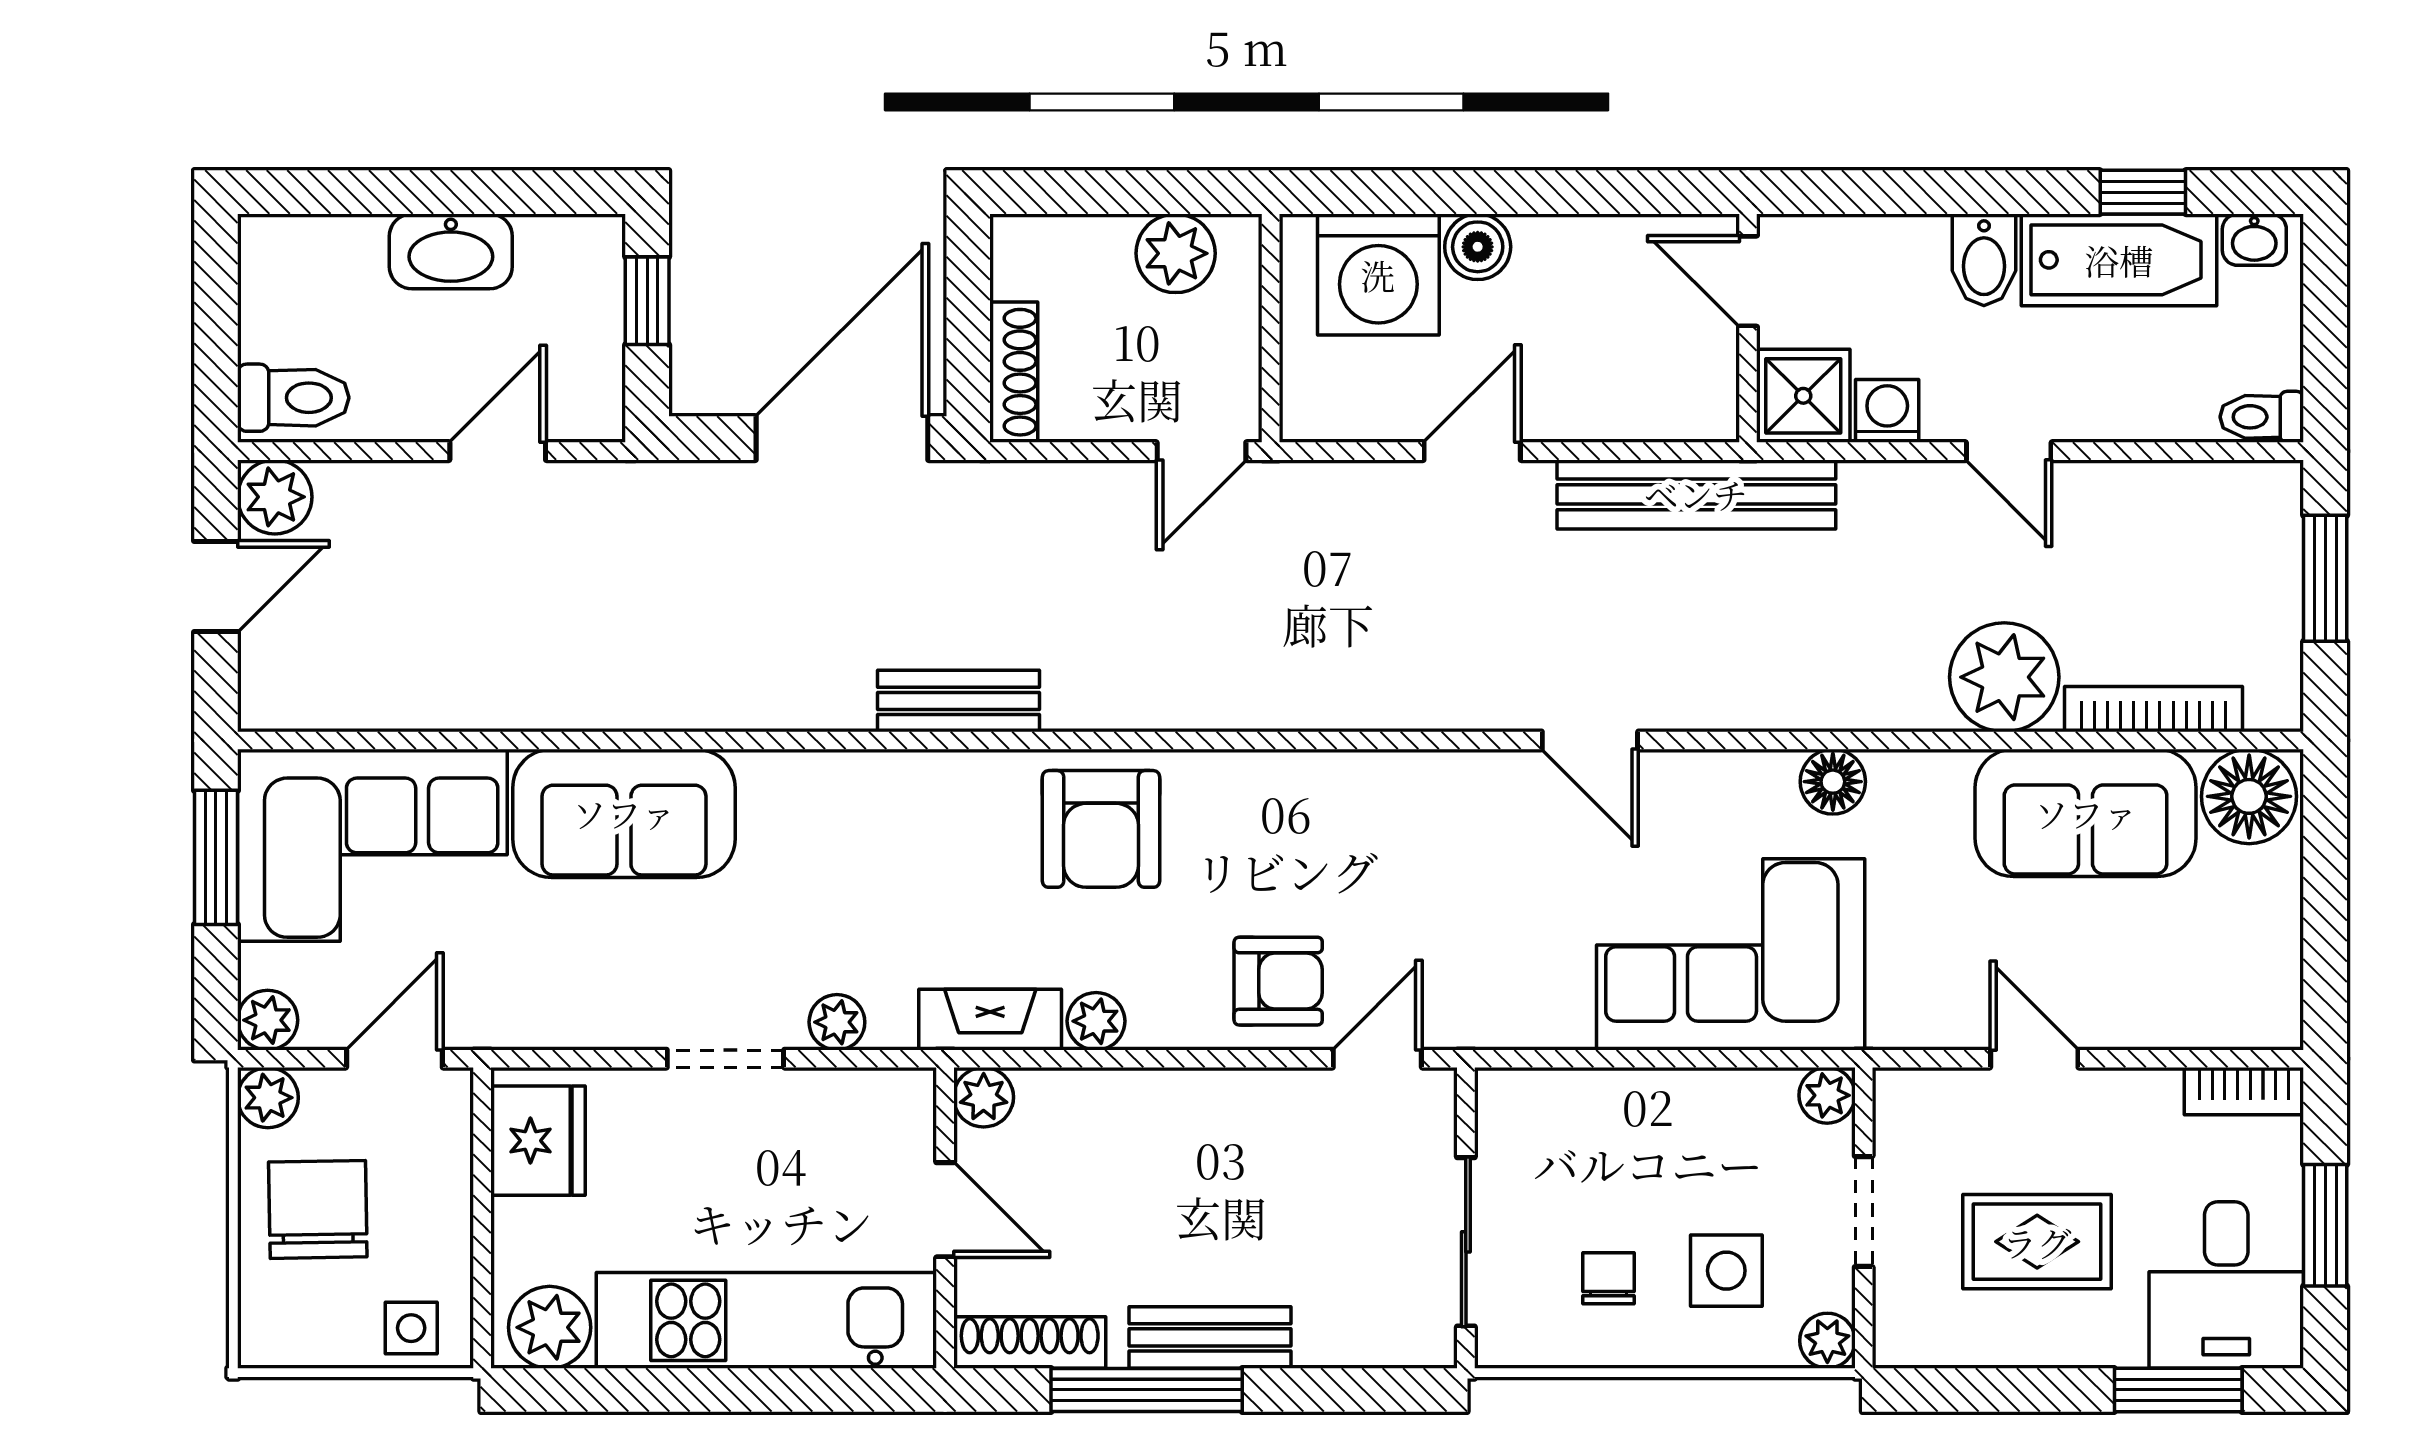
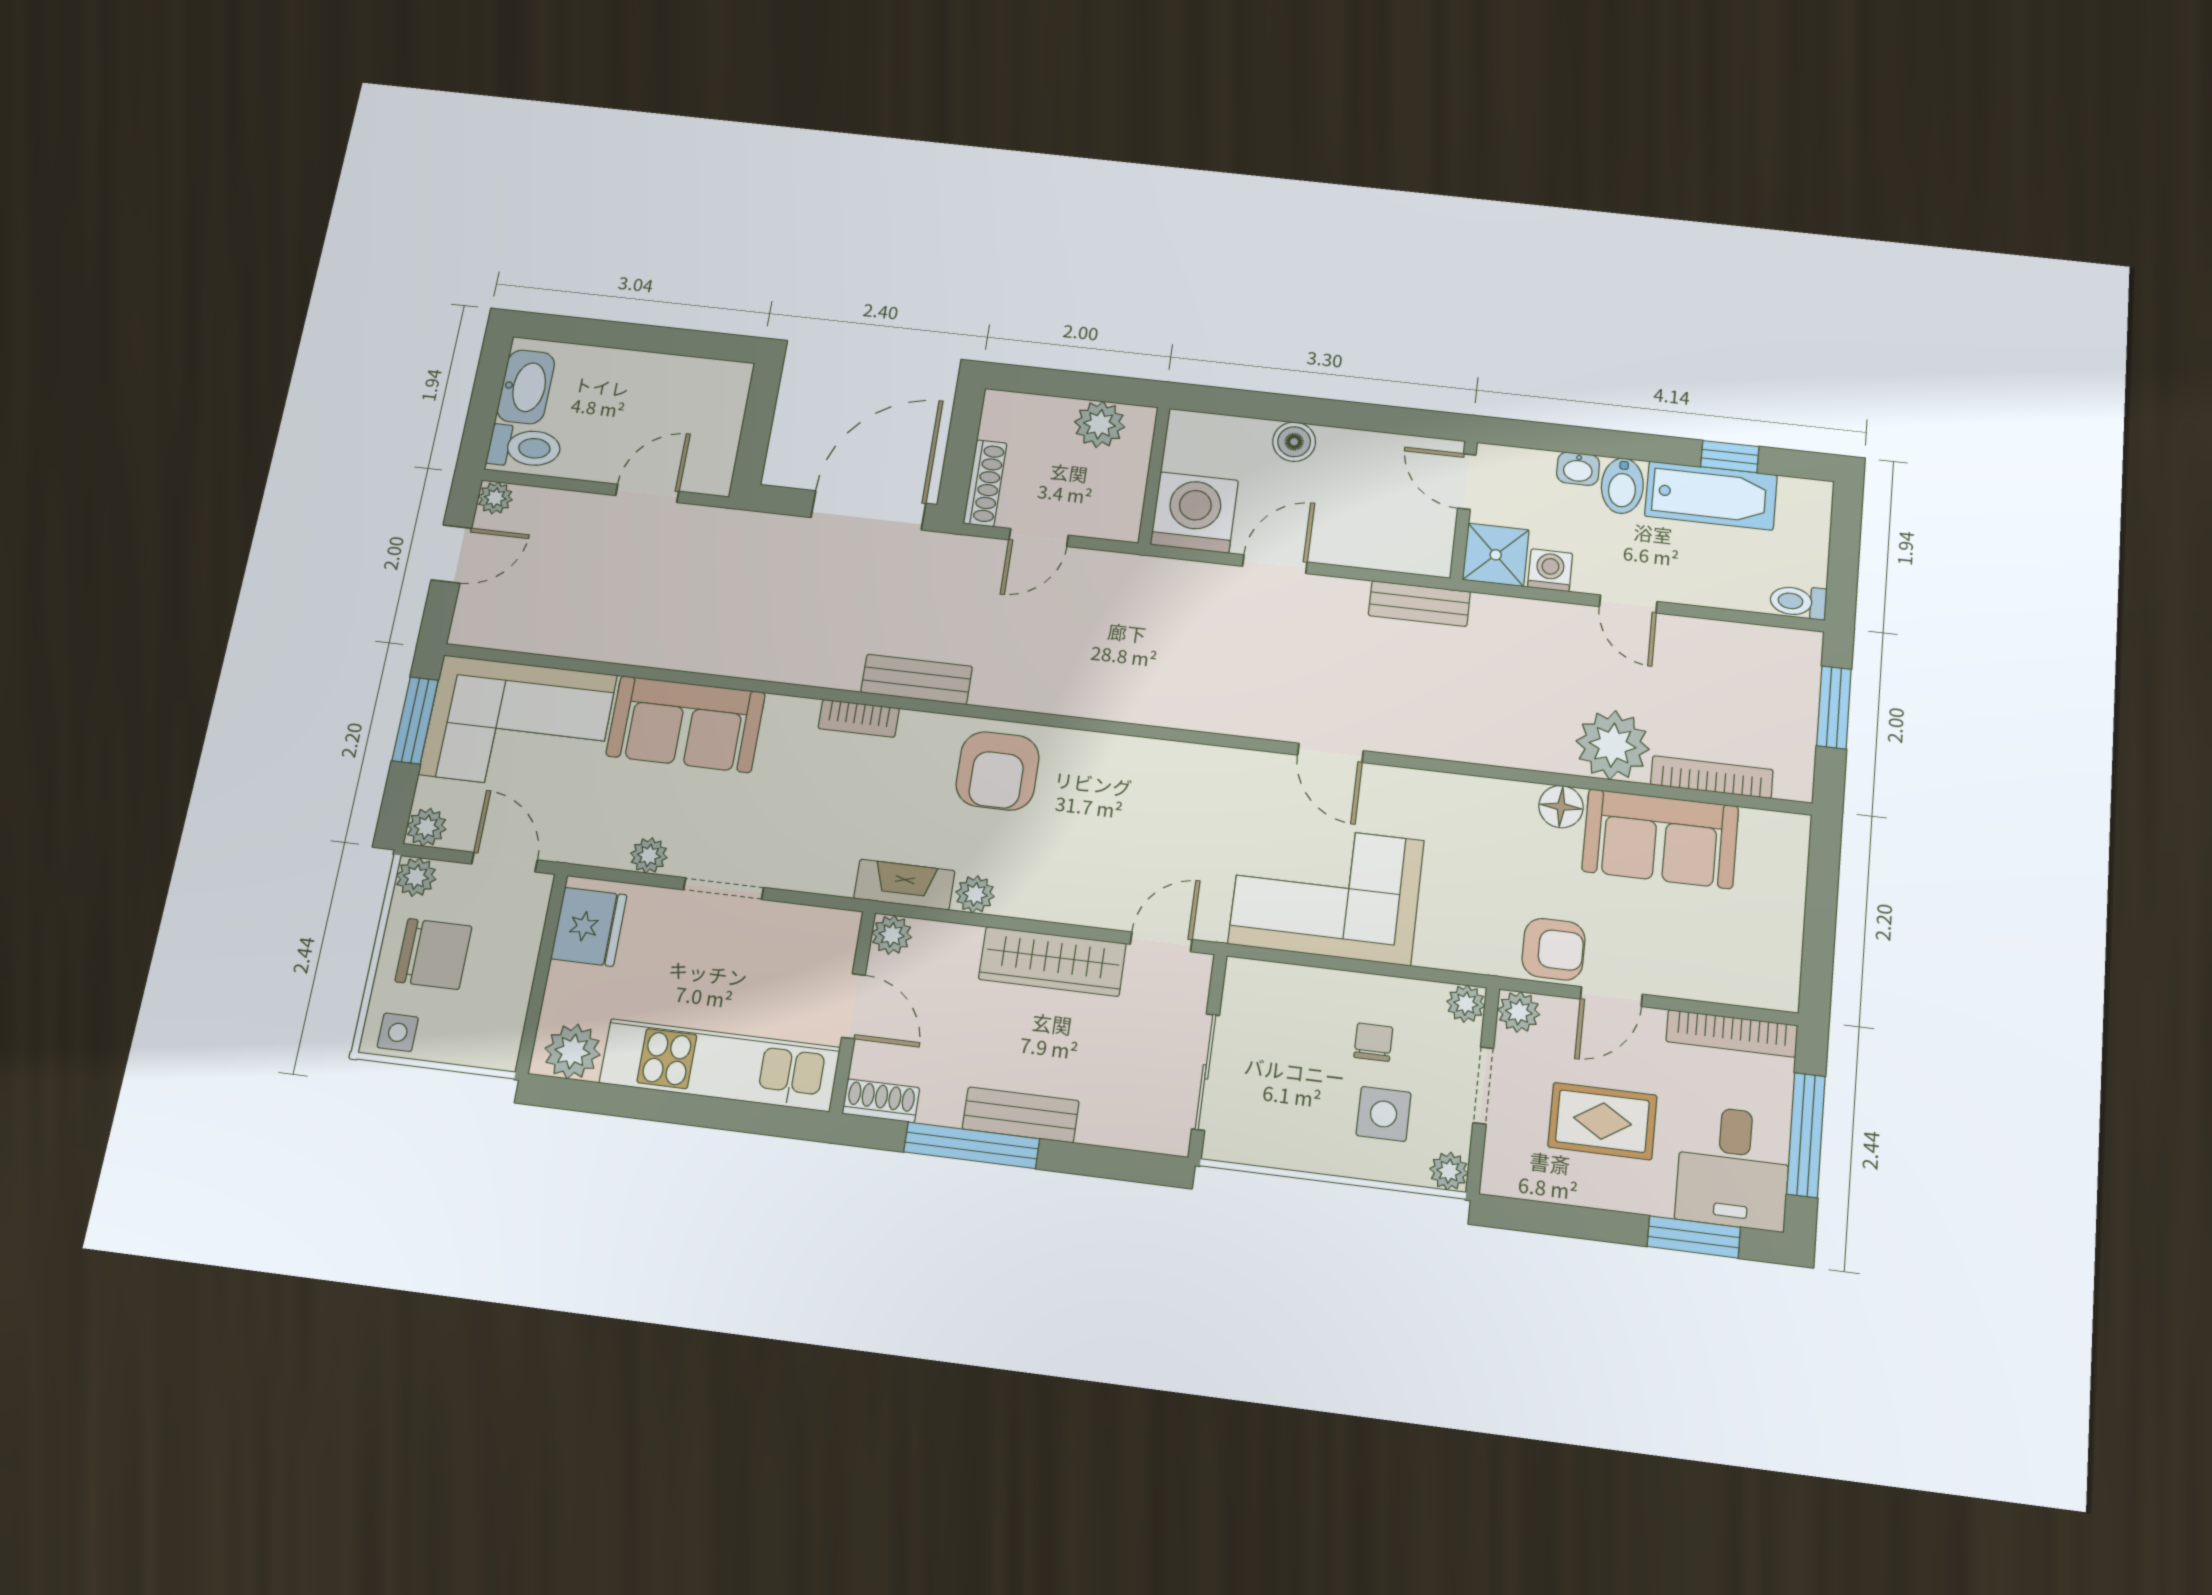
washbasin: (2254, 240) -> (1578, 469), moved
washbasin: (451, 251) -> (526, 387), moved, turned -90
washing machine: (1378, 275) -> (1194, 512), moved, turned 180
window: (647, 301) -> (759, 415), removed
door: (1201, 451) -> (1039, 537), moved
bench: (1696, 494) -> (1419, 604), width x0.54, depth x0.82
plant: (275, 497) -> (495, 498), width x0.73, depth x0.73
bookcase: (882, 773) -> (859, 718), added
floor lamp: (1833, 782) -> (1561, 807), moved
floor lamp: (2249, 796) -> (1773, 841), removed
corner sofa: (1731, 954) -> (1326, 892), moved
armchair: (1278, 981) -> (1554, 949), moved
plant: (837, 1022) -> (649, 855), moved
door: (394, 1059) -> (505, 862), hinge flipped
door: (2034, 1059) -> (1611, 997), swing flipped
bookcase: (2244, 1091) -> (1732, 1033), width x1.56
plant: (1904, 1098) -> (1519, 1012), added
wardrobe: (1223, 1107) -> (1052, 961), added
chair: (318, 1209) -> (433, 954), turned 91
window: (2325, 1225) -> (1806, 1135), width x1.44
chair: (1608, 1278) -> (1373, 1042), moved
side table: (411, 1328) -> (398, 1032), moved
shoe rack: (1030, 1342) -> (881, 1101), width x0.70

